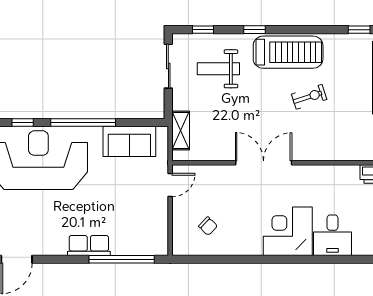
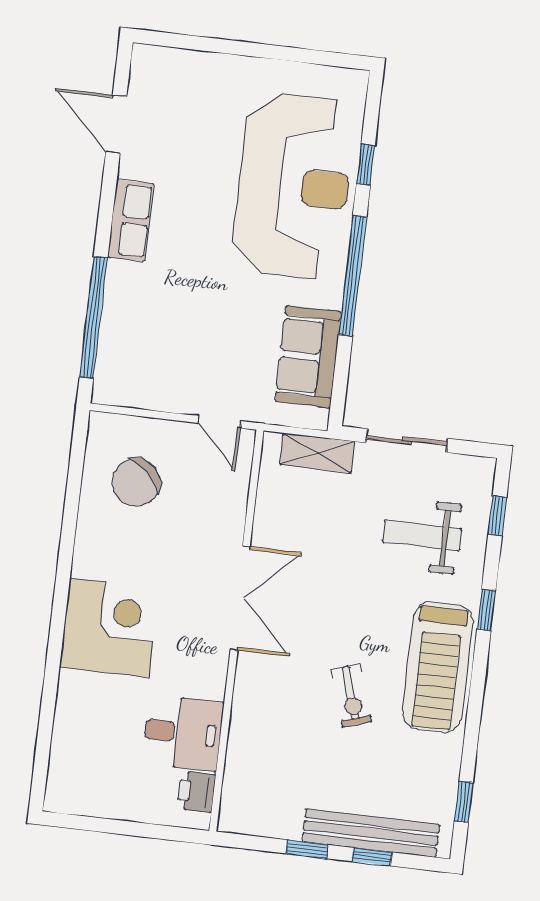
sliding door: (168, 66) -> (407, 441), moved
weight bench: (218, 69) -> (422, 535), turned -90
chair: (208, 226) -> (136, 483), width x1.87, depth x1.87
desk: (332, 235) -> (183, 733), moved, turned 180
row of seats: (89, 246) -> (131, 220), moved

